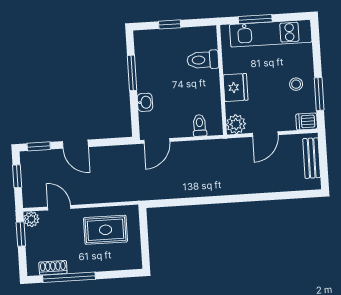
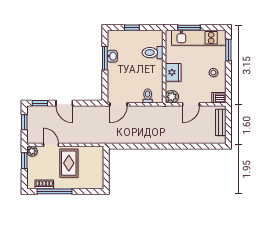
window: (319, 94) -> (228, 50), moved
washbasin: (145, 102) -> (112, 56), moved
rug: (106, 230) -> (69, 163), moved, turned 90

